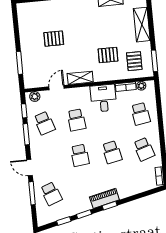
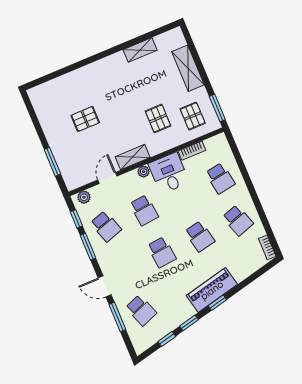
pallet: (108, 55) -> (158, 118), turned 90
plant: (141, 86) -> (144, 172), moved
piano: (104, 198) -> (212, 290), width x1.37, depth x1.33

